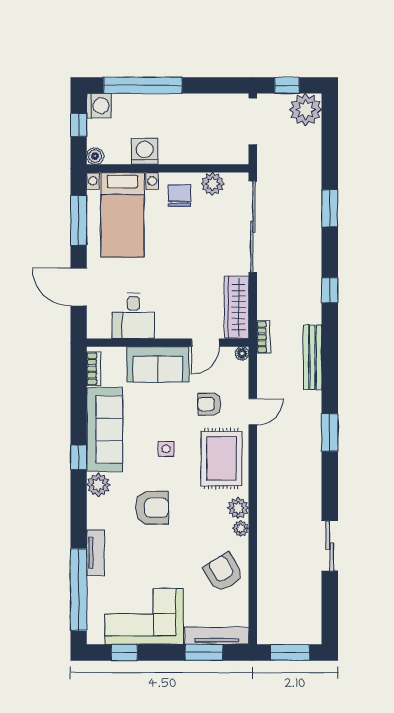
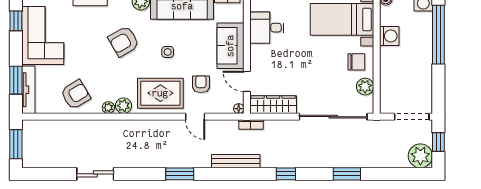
armchair: (152, 508) -> (124, 41), turned 60

